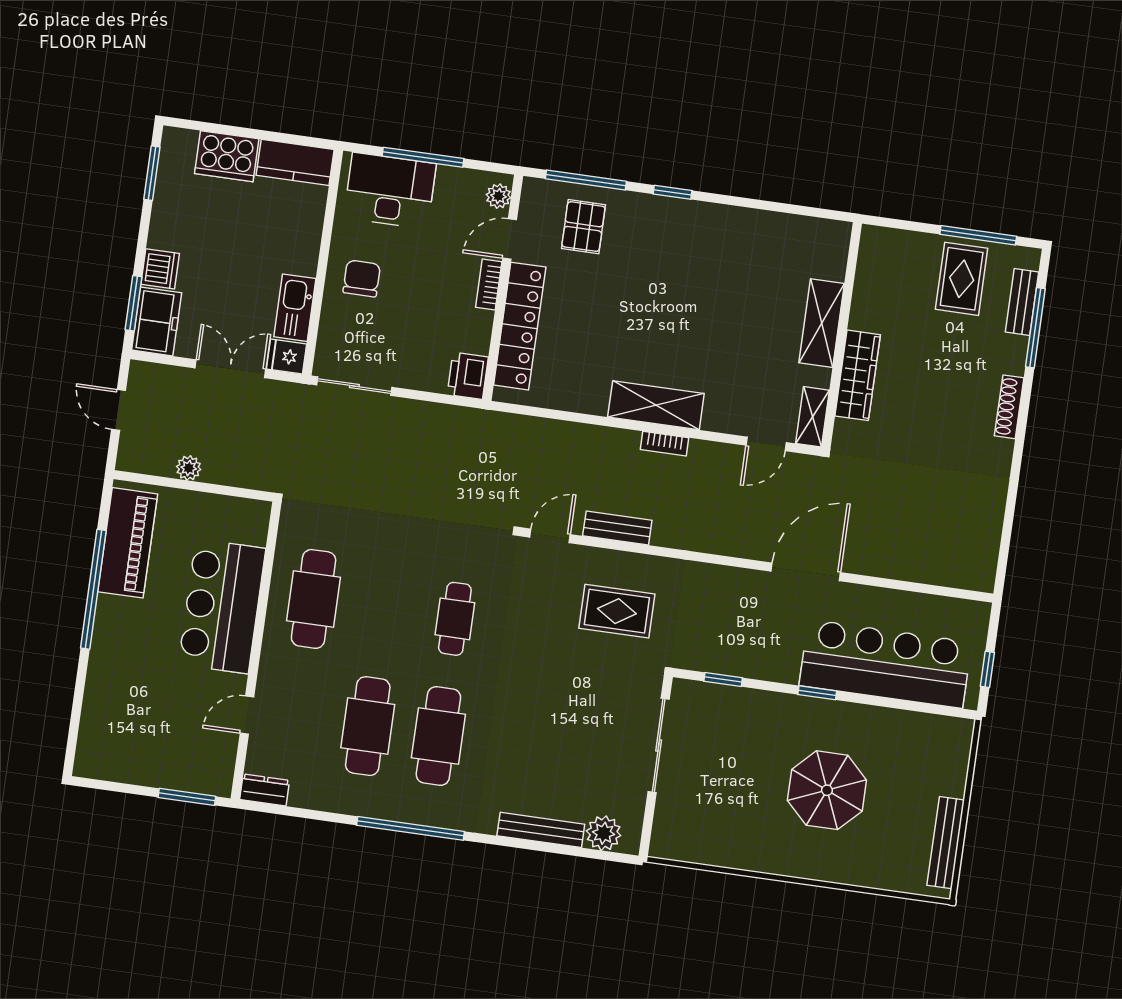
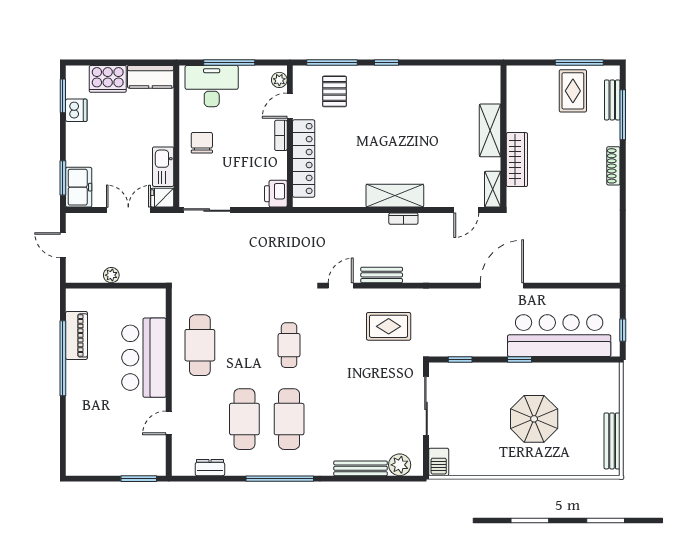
dishwasher: (160, 269) -> (76, 110), moved
piano: (128, 543) -> (76, 335), width x0.73, depth x0.75
dresser: (265, 790) -> (210, 468), moved
barbecue: (666, 837) -> (439, 462), added

